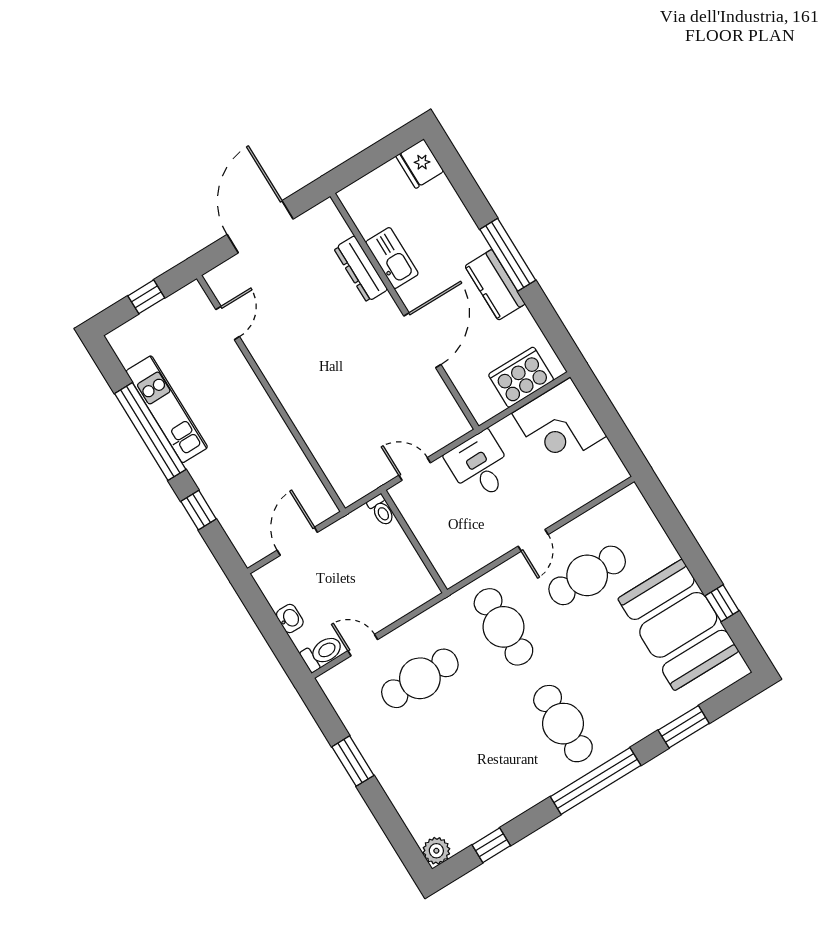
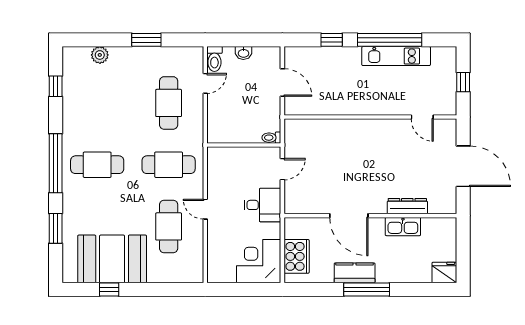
plant: (436, 851) -> (100, 55), moved

